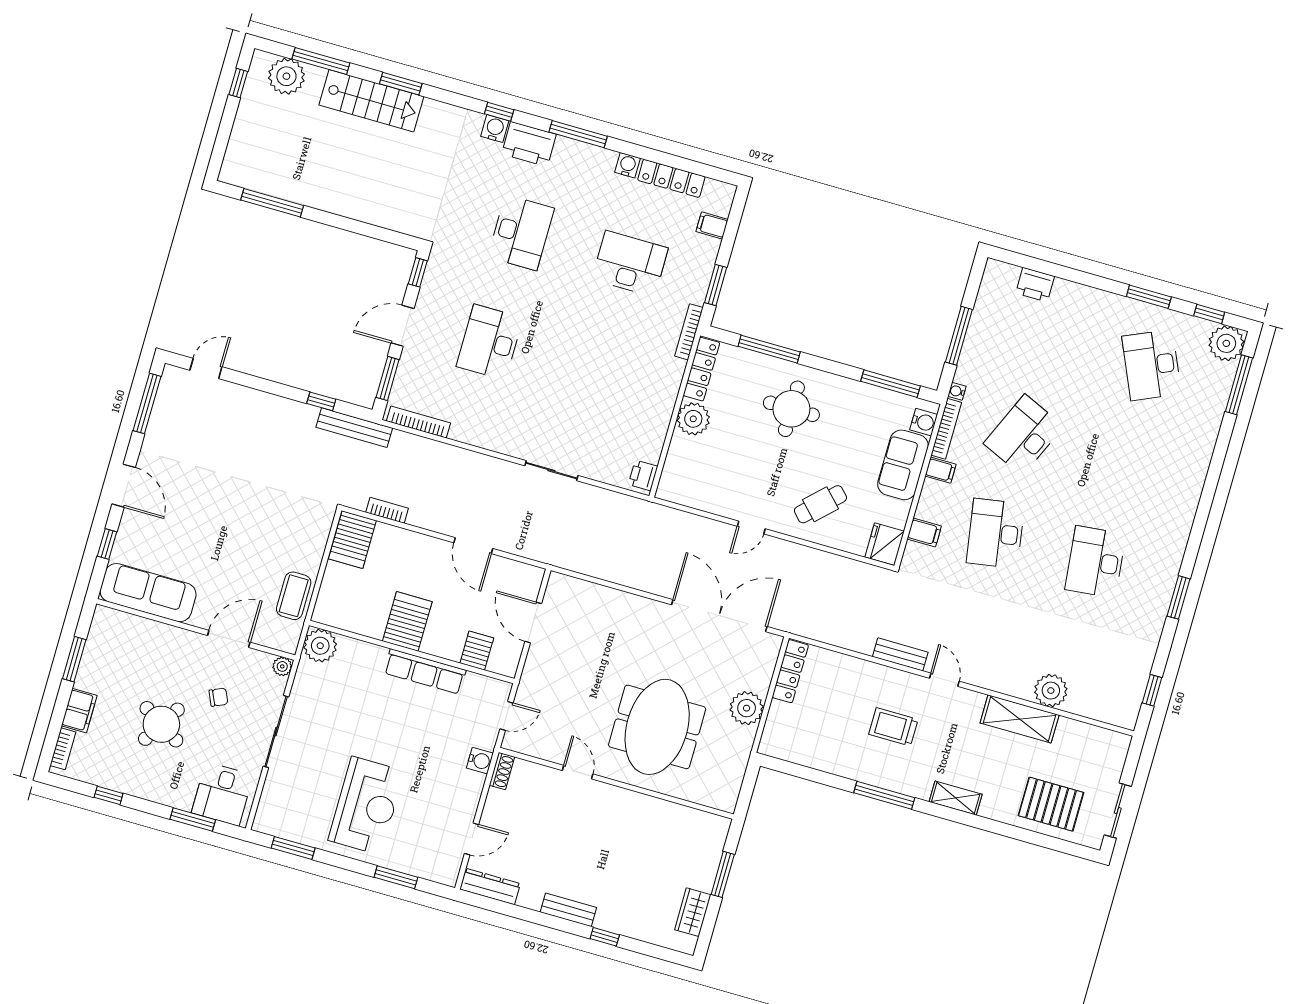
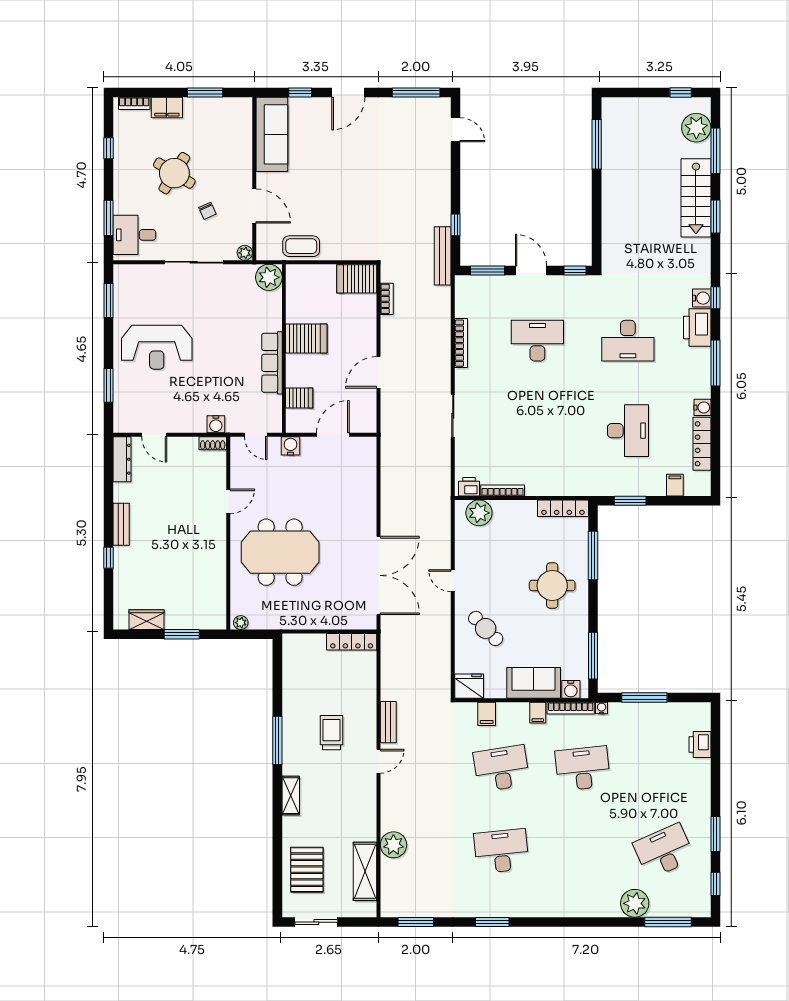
bookcase: (689, 332) -> (503, 491), moved
plant: (1226, 343) -> (635, 903), moved
plant: (693, 419) -> (479, 513), moved
bookcase: (419, 422) -> (461, 343), moved
desk: (1024, 435) -> (583, 768), turned -30
water cooler: (532, 678) -> (291, 446), added
window: (1152, 690) -> (416, 922), width x1.50
plant: (747, 708) -> (241, 623), moved, width x0.53, depth x0.53
shelving: (1020, 719) -> (365, 871), moved

